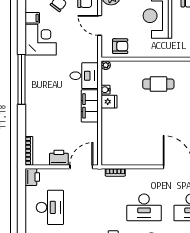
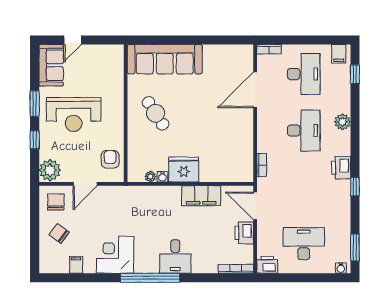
corner desk: (41, 40) -> (115, 255), moved
plant: (106, 65) -> (150, 177), moved
desk: (84, 76) -> (175, 256), moved, turned 180
cafe table: (158, 84) -> (156, 113), turned -33
fridge: (109, 102) -> (184, 170), width x1.88, depth x1.34
filing cabinet: (90, 106) -> (201, 196), moved

